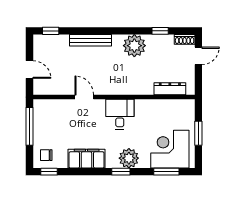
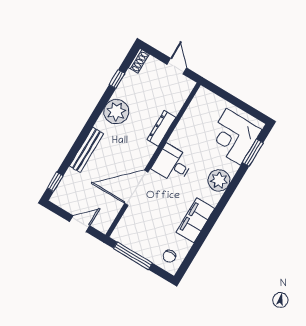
door: (198, 56) -> (177, 66), moved
dresser: (170, 89) -> (161, 128), moved
door: (84, 97) -> (136, 188), width x1.87
window: (198, 133) -> (235, 101), removed
window: (49, 172) -> (186, 263), removed
window: (121, 172) -> (227, 195), removed

